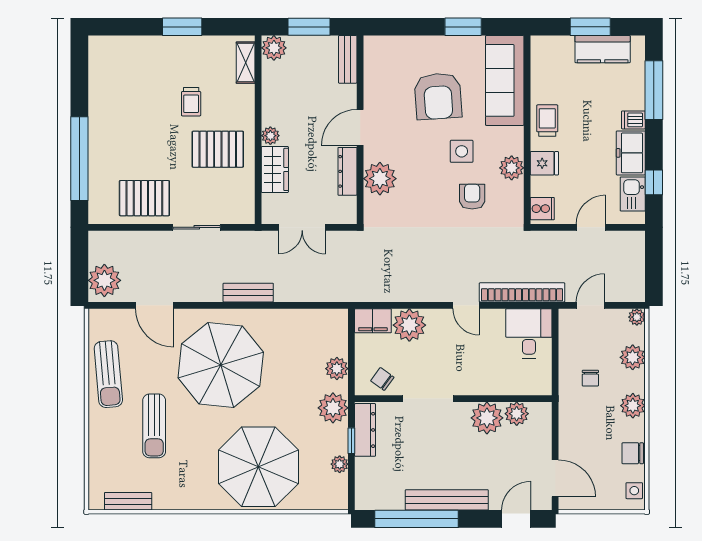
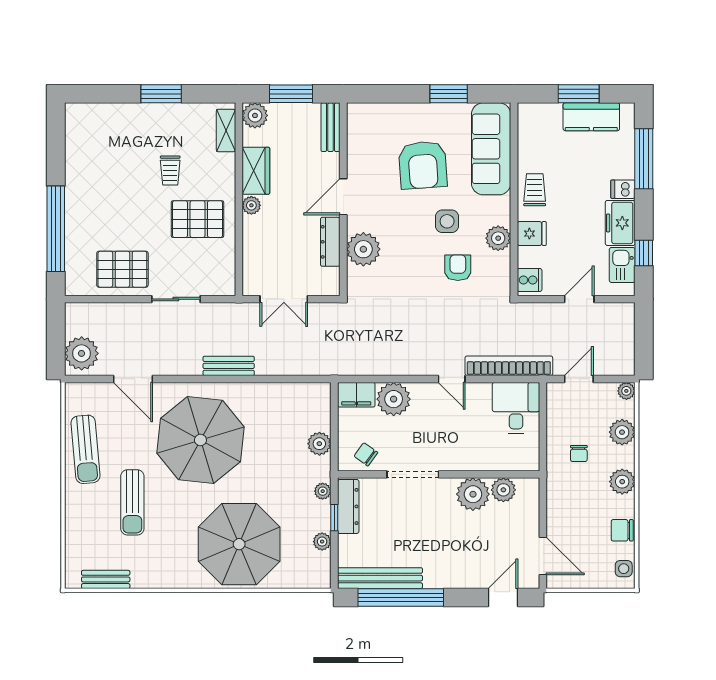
wardrobe: (275, 169) -> (256, 171), moved
plant: (333, 408) -> (323, 491), width x0.53, depth x0.53
bench: (447, 500) -> (380, 578), moved

